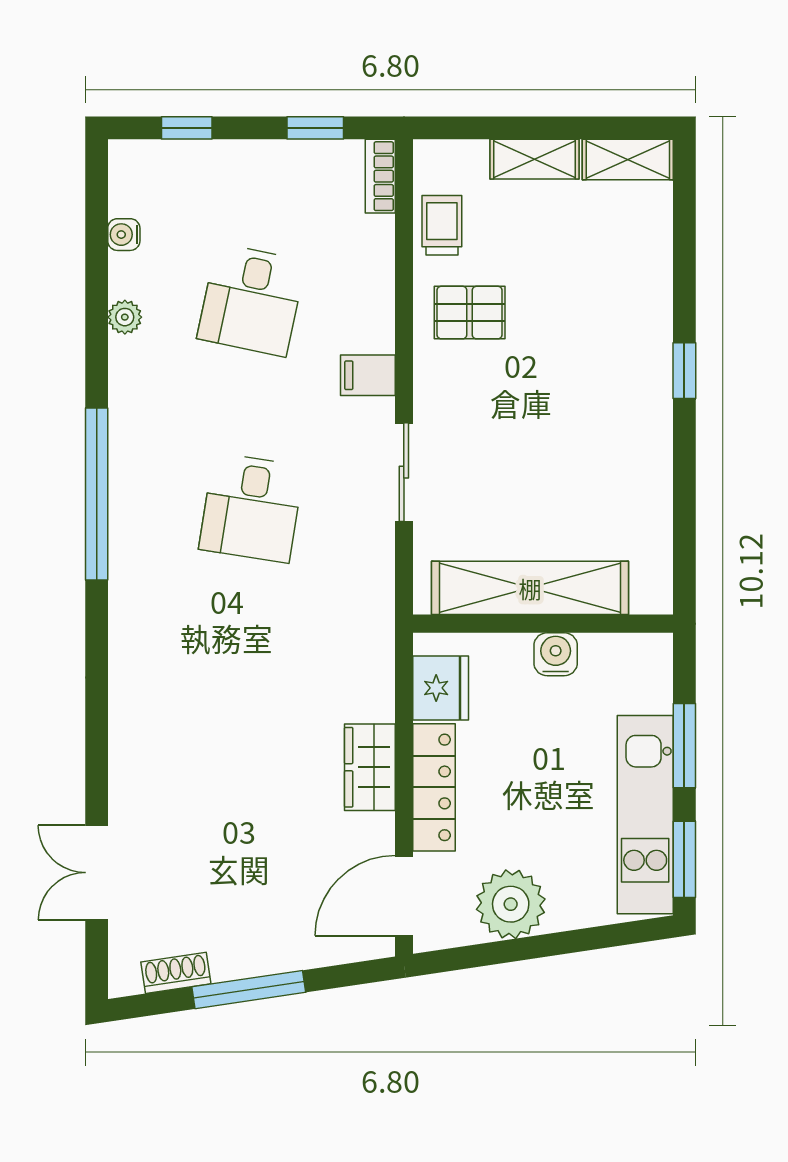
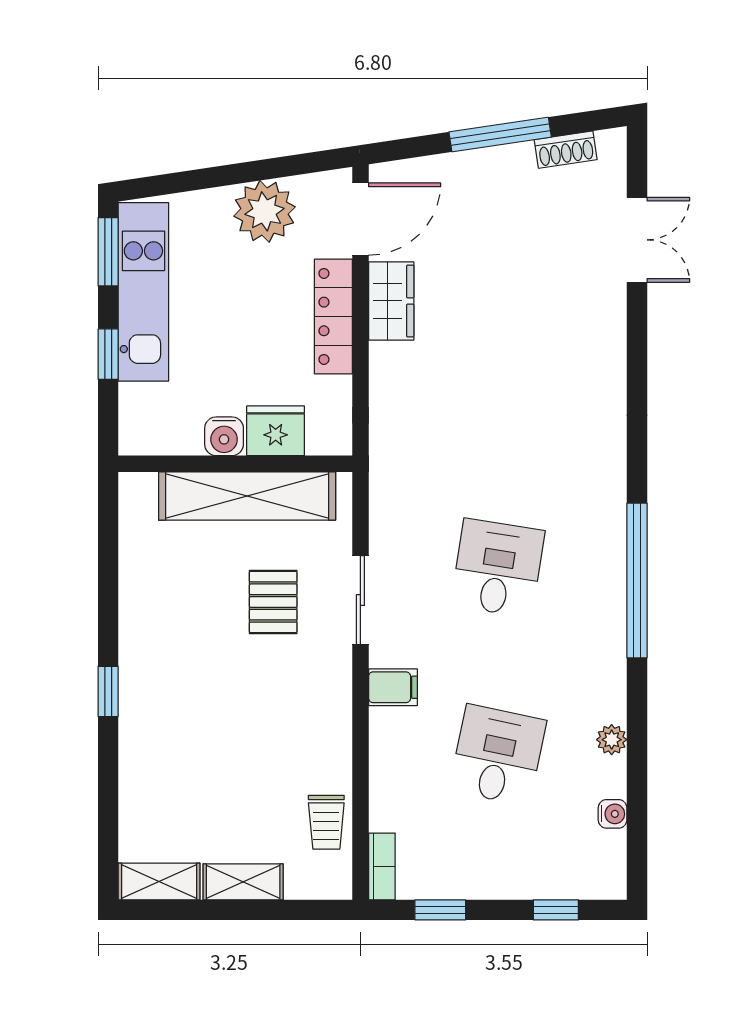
pallet: (470, 313) -> (273, 602), moved, turned 90
fridge: (441, 688) -> (276, 431), moved, turned 90
window: (684, 746) -> (108, 354), width x0.67
wardrobe: (370, 767) -> (391, 301), moved

